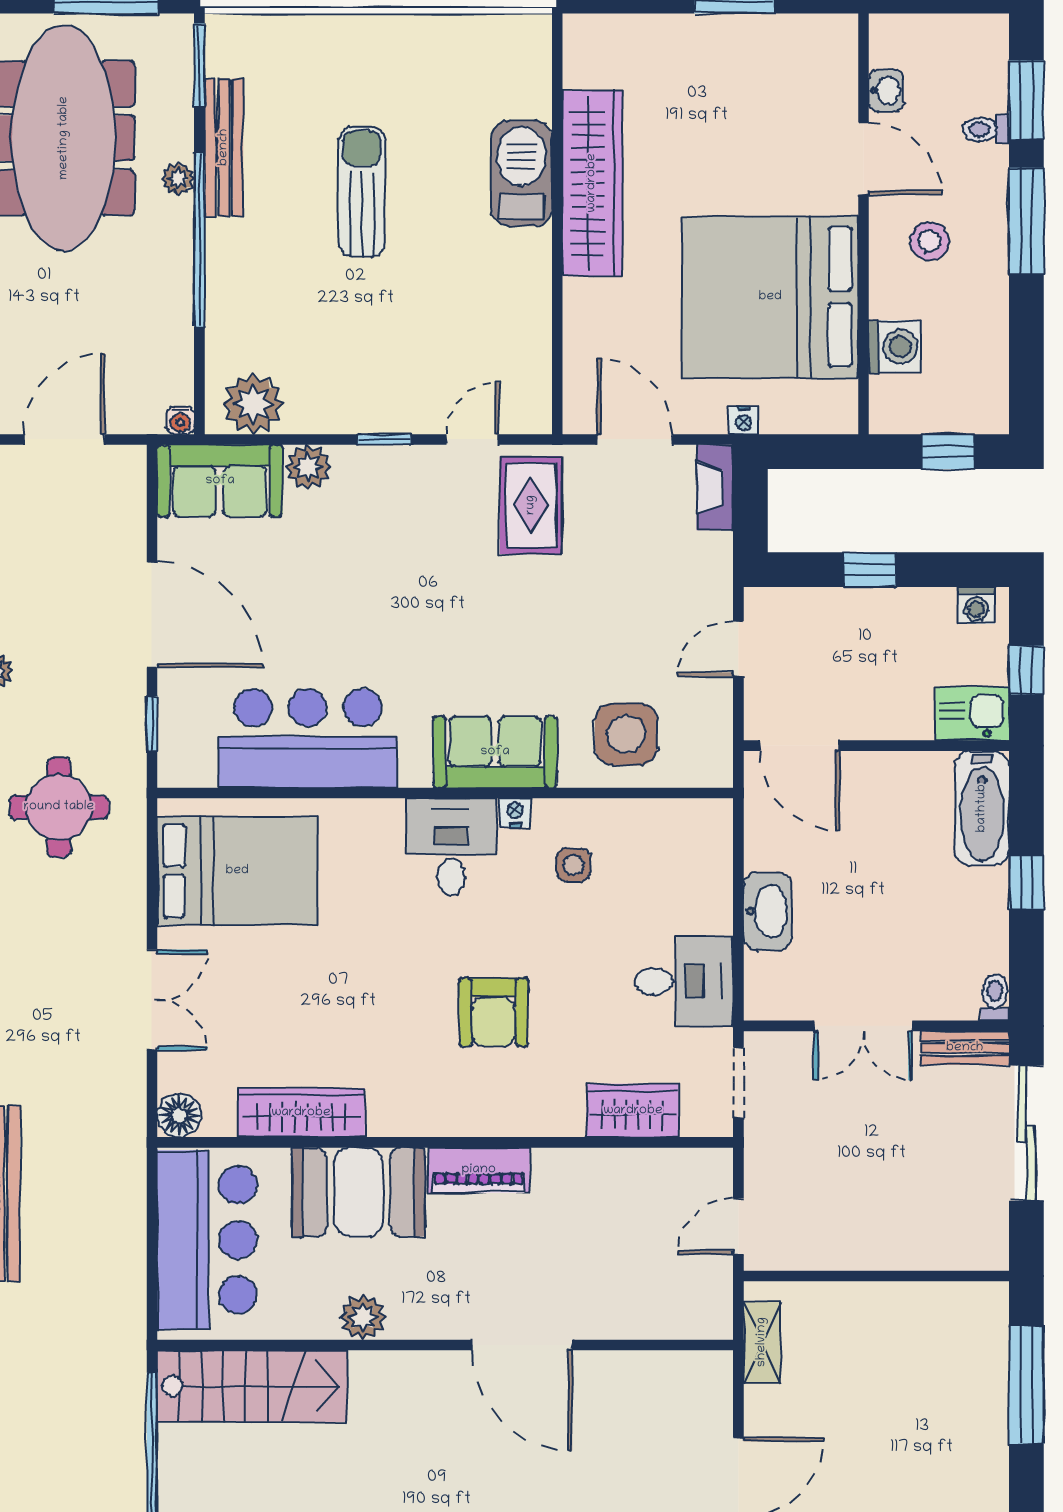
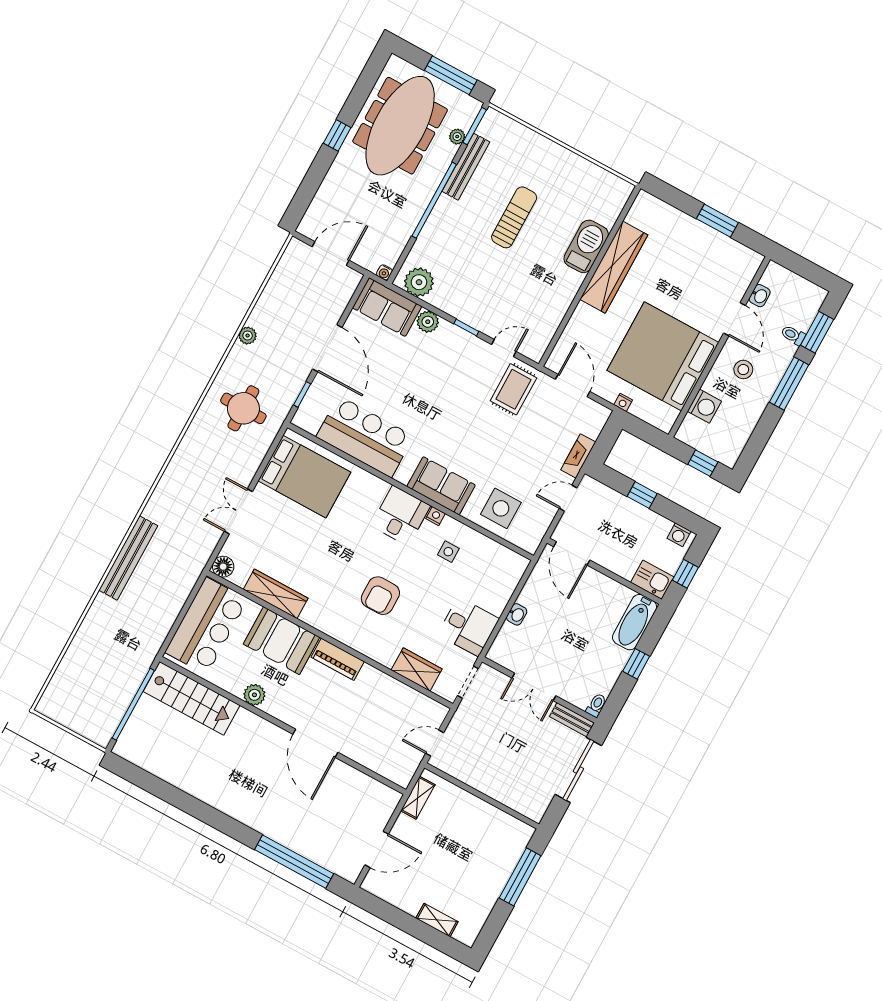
plant: (178, 179) -> (457, 137), moved
fireplace: (715, 487) -> (578, 456), moved
washbasin: (768, 911) -> (517, 614), width x0.52, depth x0.69
double door: (152, 1000) -> (238, 511), swing flipped

